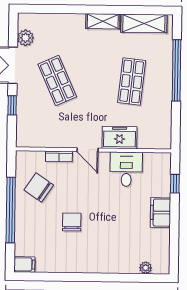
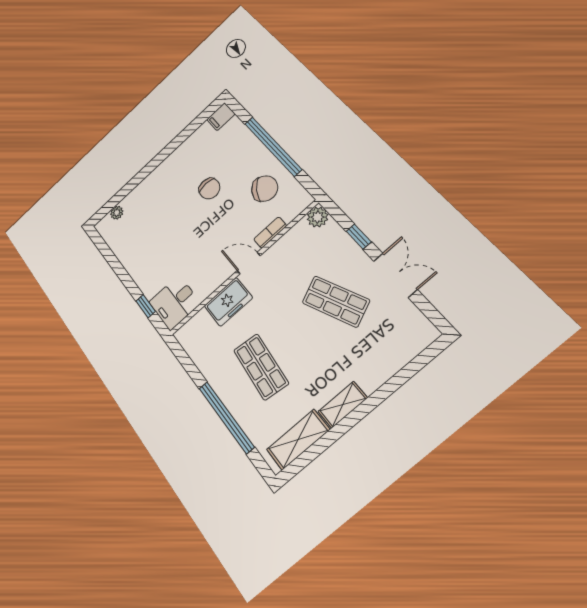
plant: (25, 38) -> (318, 217), moved
desk: (126, 169) -> (175, 303), moved, turned 90
filing cabinet: (161, 213) -> (139, 269), removed

